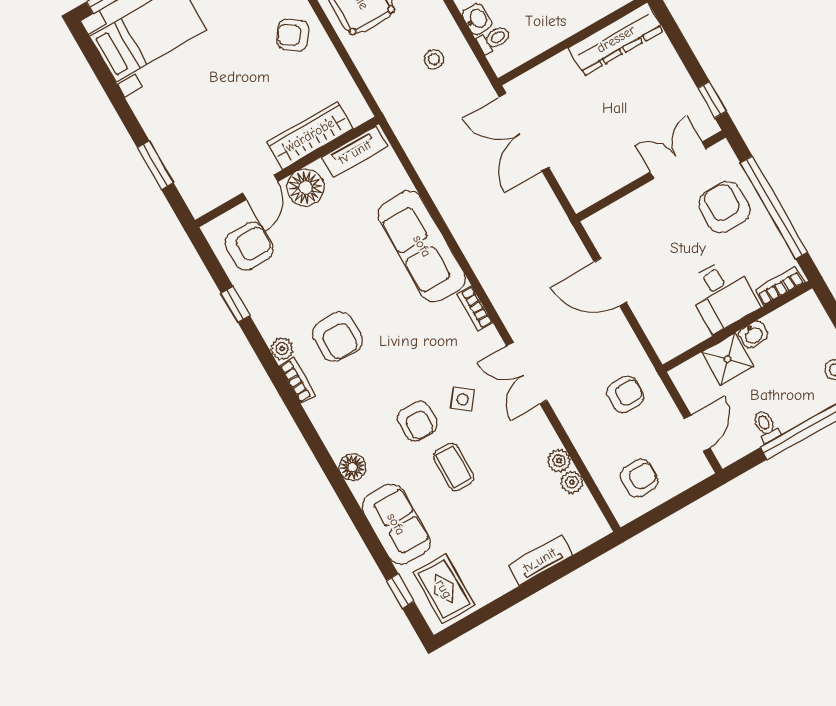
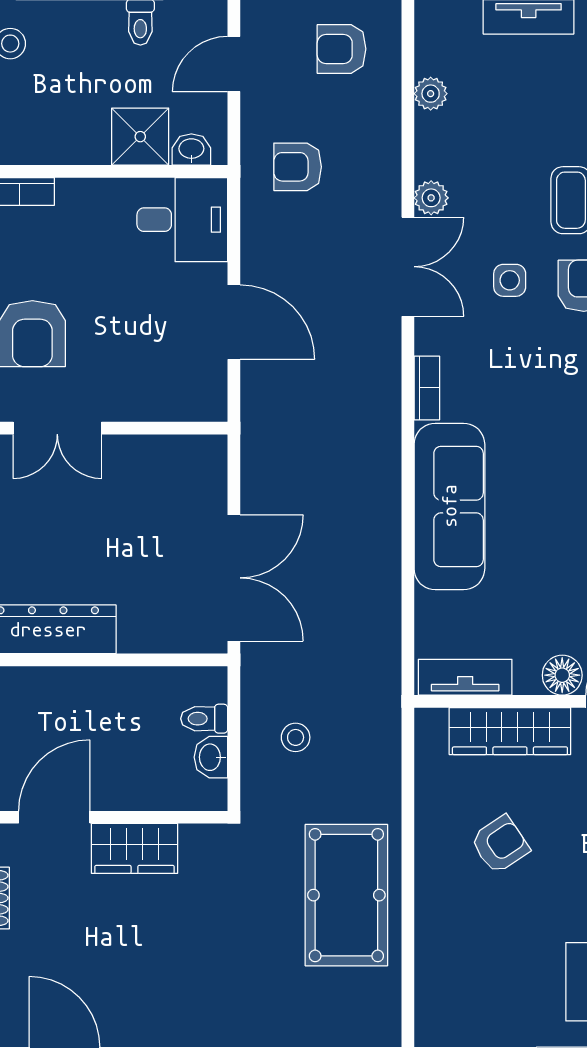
armchair: (293, 35) -> (500, 844), moved, turned -71
floor lamp: (306, 187) -> (562, 675), width x0.73, depth x0.73
desk: (722, 295) -> (182, 220), moved, turned 90
washbasin: (753, 334) -> (191, 149), moved
side table: (463, 399) -> (510, 280), turned -38
plant: (559, 461) -> (431, 198), moved

